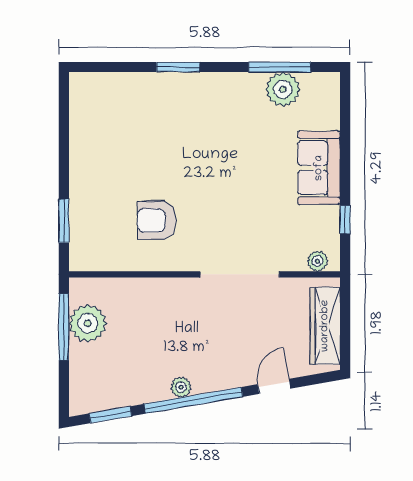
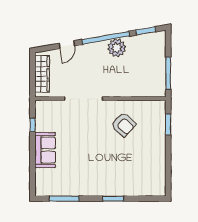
plant: (283, 89) -> (63, 188), removed
armchair: (157, 220) -> (123, 125), turned 42
plant: (317, 261) -> (46, 105), removed
plant: (88, 323) -> (157, 75), removed
plant: (181, 387) -> (117, 48), width x1.87, depth x1.87

